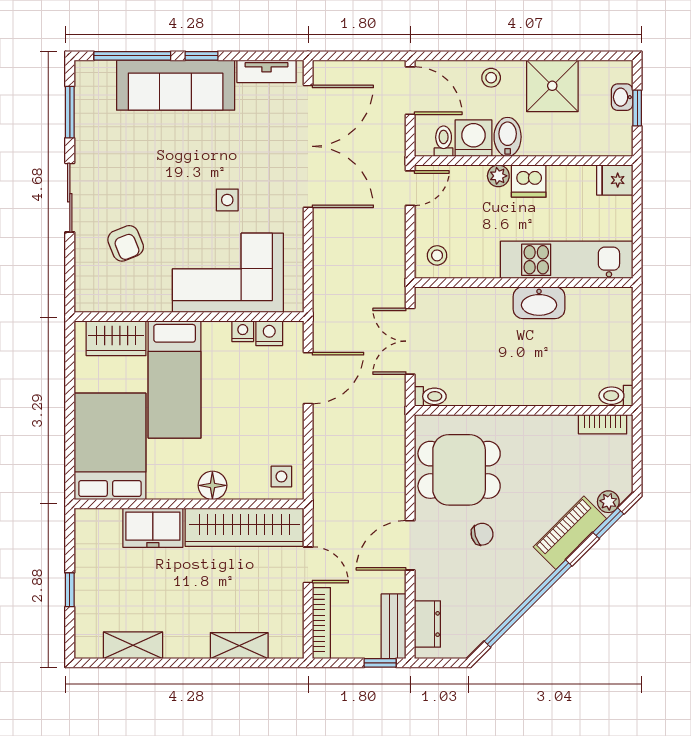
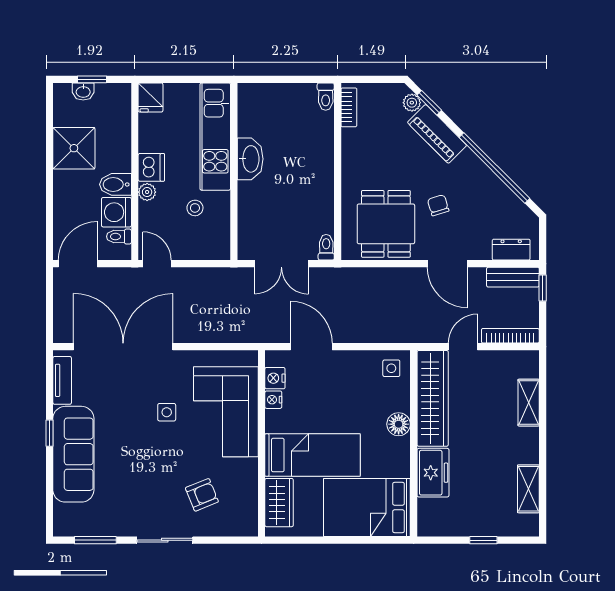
window: (132, 56) -> (50, 489), removed
stool: (491, 78) -> (67, 198), removed
stool: (437, 255) -> (195, 208), moved

